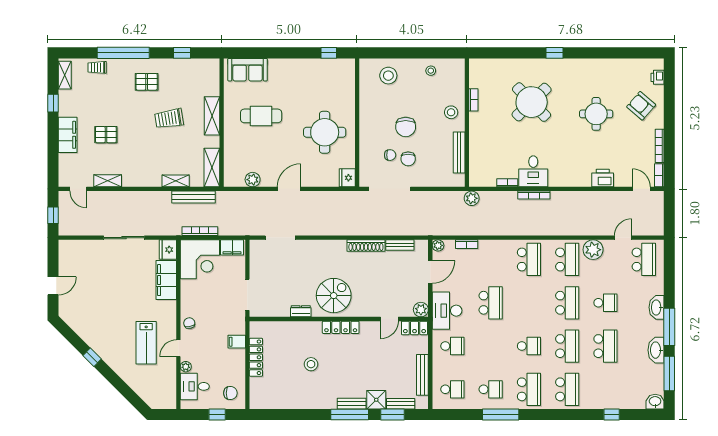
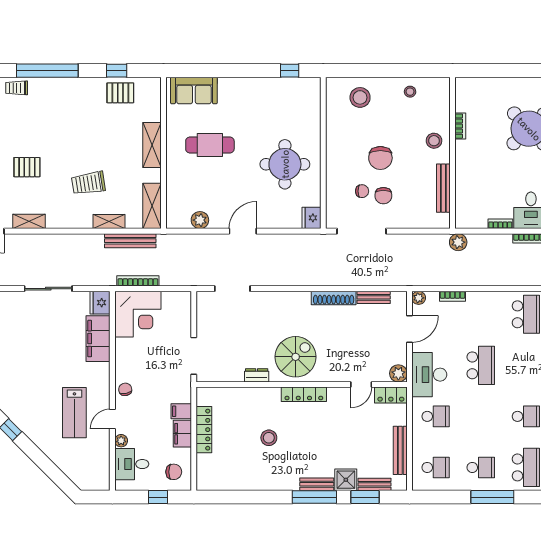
pallet: (147, 82) -> (120, 93), moved
trolley: (169, 119) -> (88, 183), moved
filing cabinet: (232, 247) -> (182, 434), moved, turned 90

